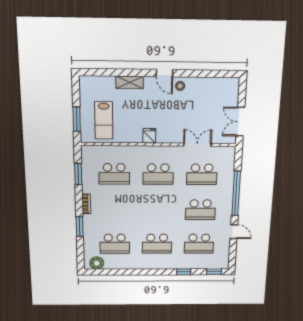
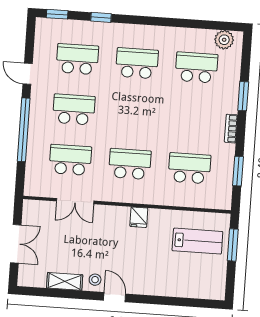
shelving: (130, 82) -> (65, 281), moved
lab bench: (104, 120) -> (197, 241), turned 90
double door: (240, 122) -> (16, 244), moved

